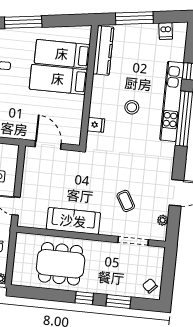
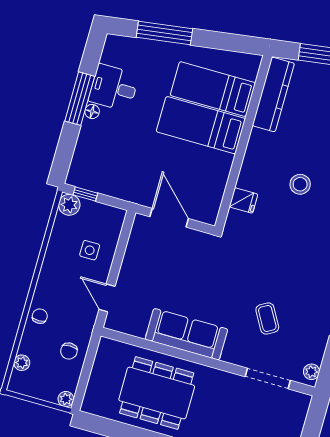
plant: (163, 220) -> (311, 372), moved

